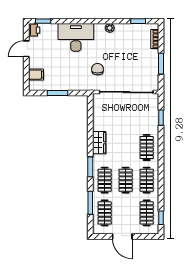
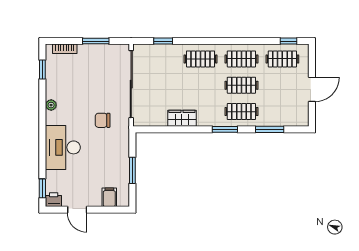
wardrobe: (99, 143) -> (182, 118), moved
clothes rail: (105, 213) -> (282, 112), removed

